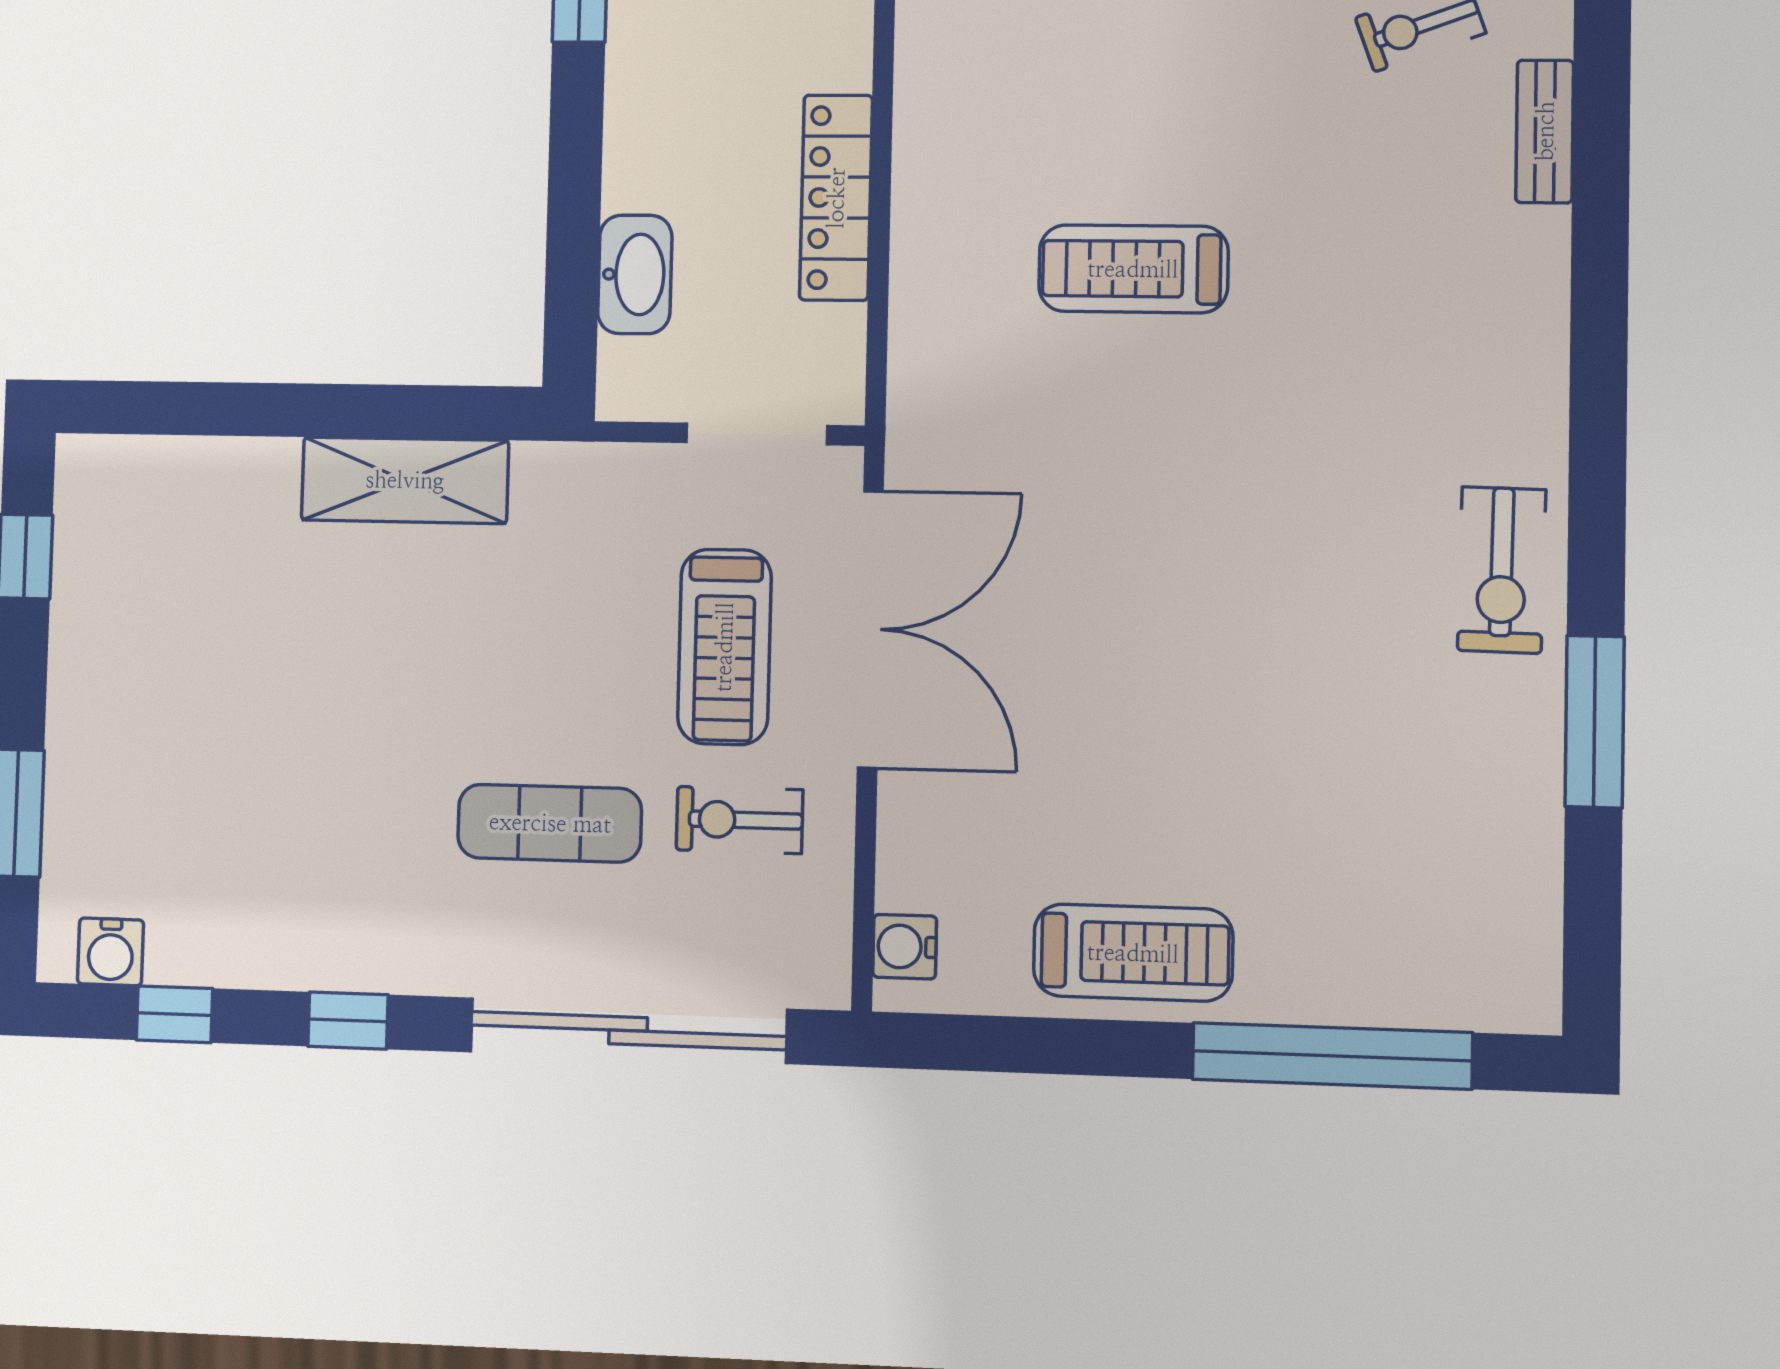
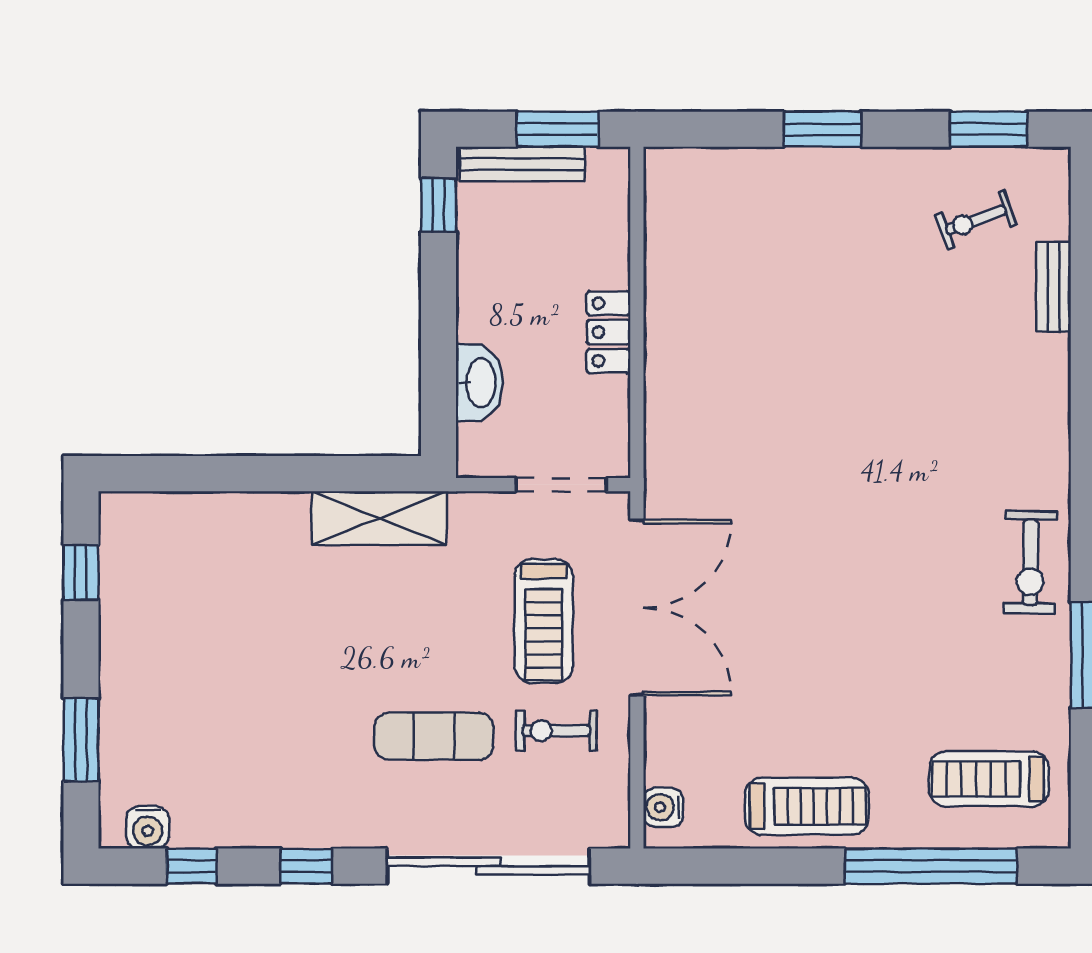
locker: (836, 198) -> (608, 332), width x0.66
treadmill: (1133, 269) -> (989, 779), moved
shelving: (405, 480) -> (379, 518), moved

